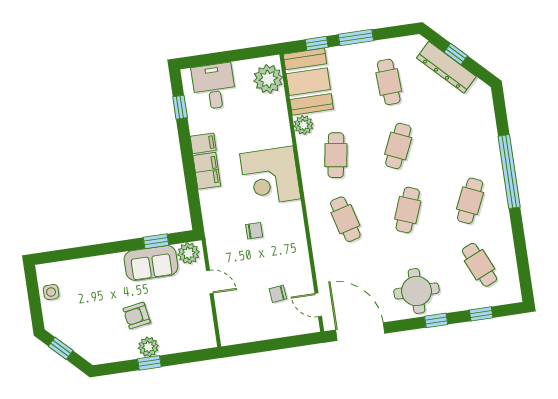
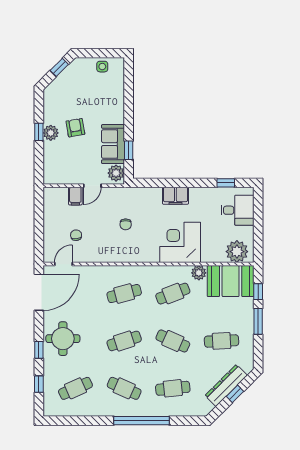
cafe table: (461, 137) -> (173, 388), added
filing cabinet: (203, 143) -> (75, 196), moved
cafe table: (336, 155) -> (173, 294), turned -30
corner desk: (270, 176) -> (180, 242), moved
cafe table: (408, 210) -> (124, 341), turned -39

